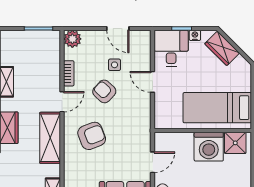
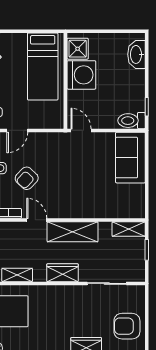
armchair: (92, 136) -> (71, 191), removed
door: (153, 162) -> (81, 130), moved

